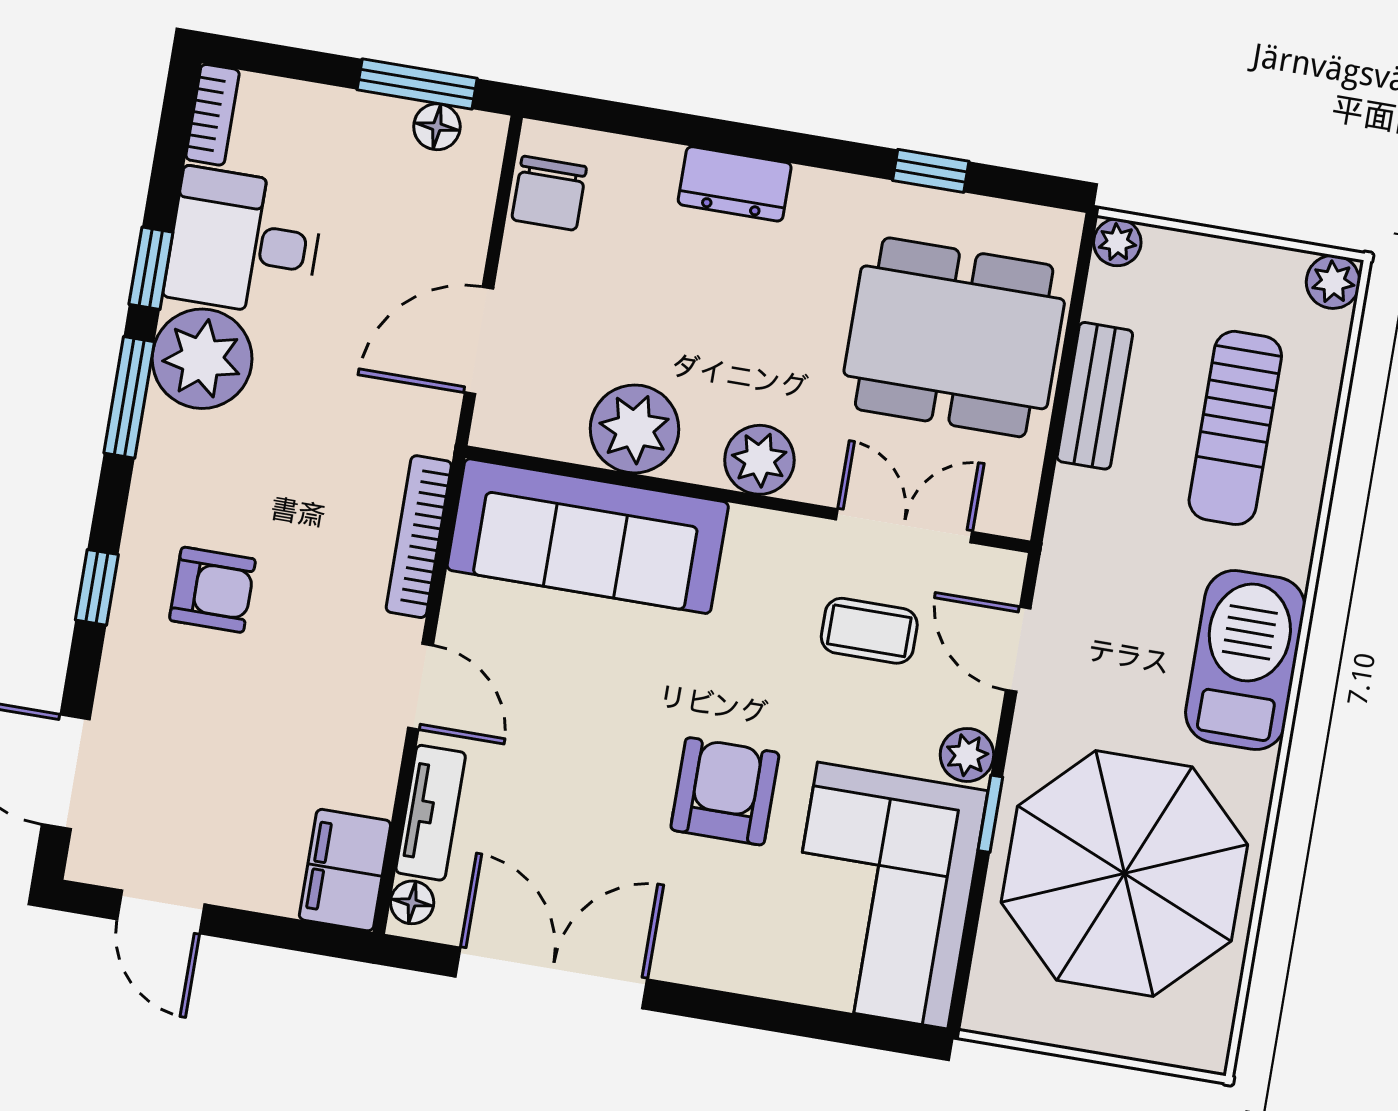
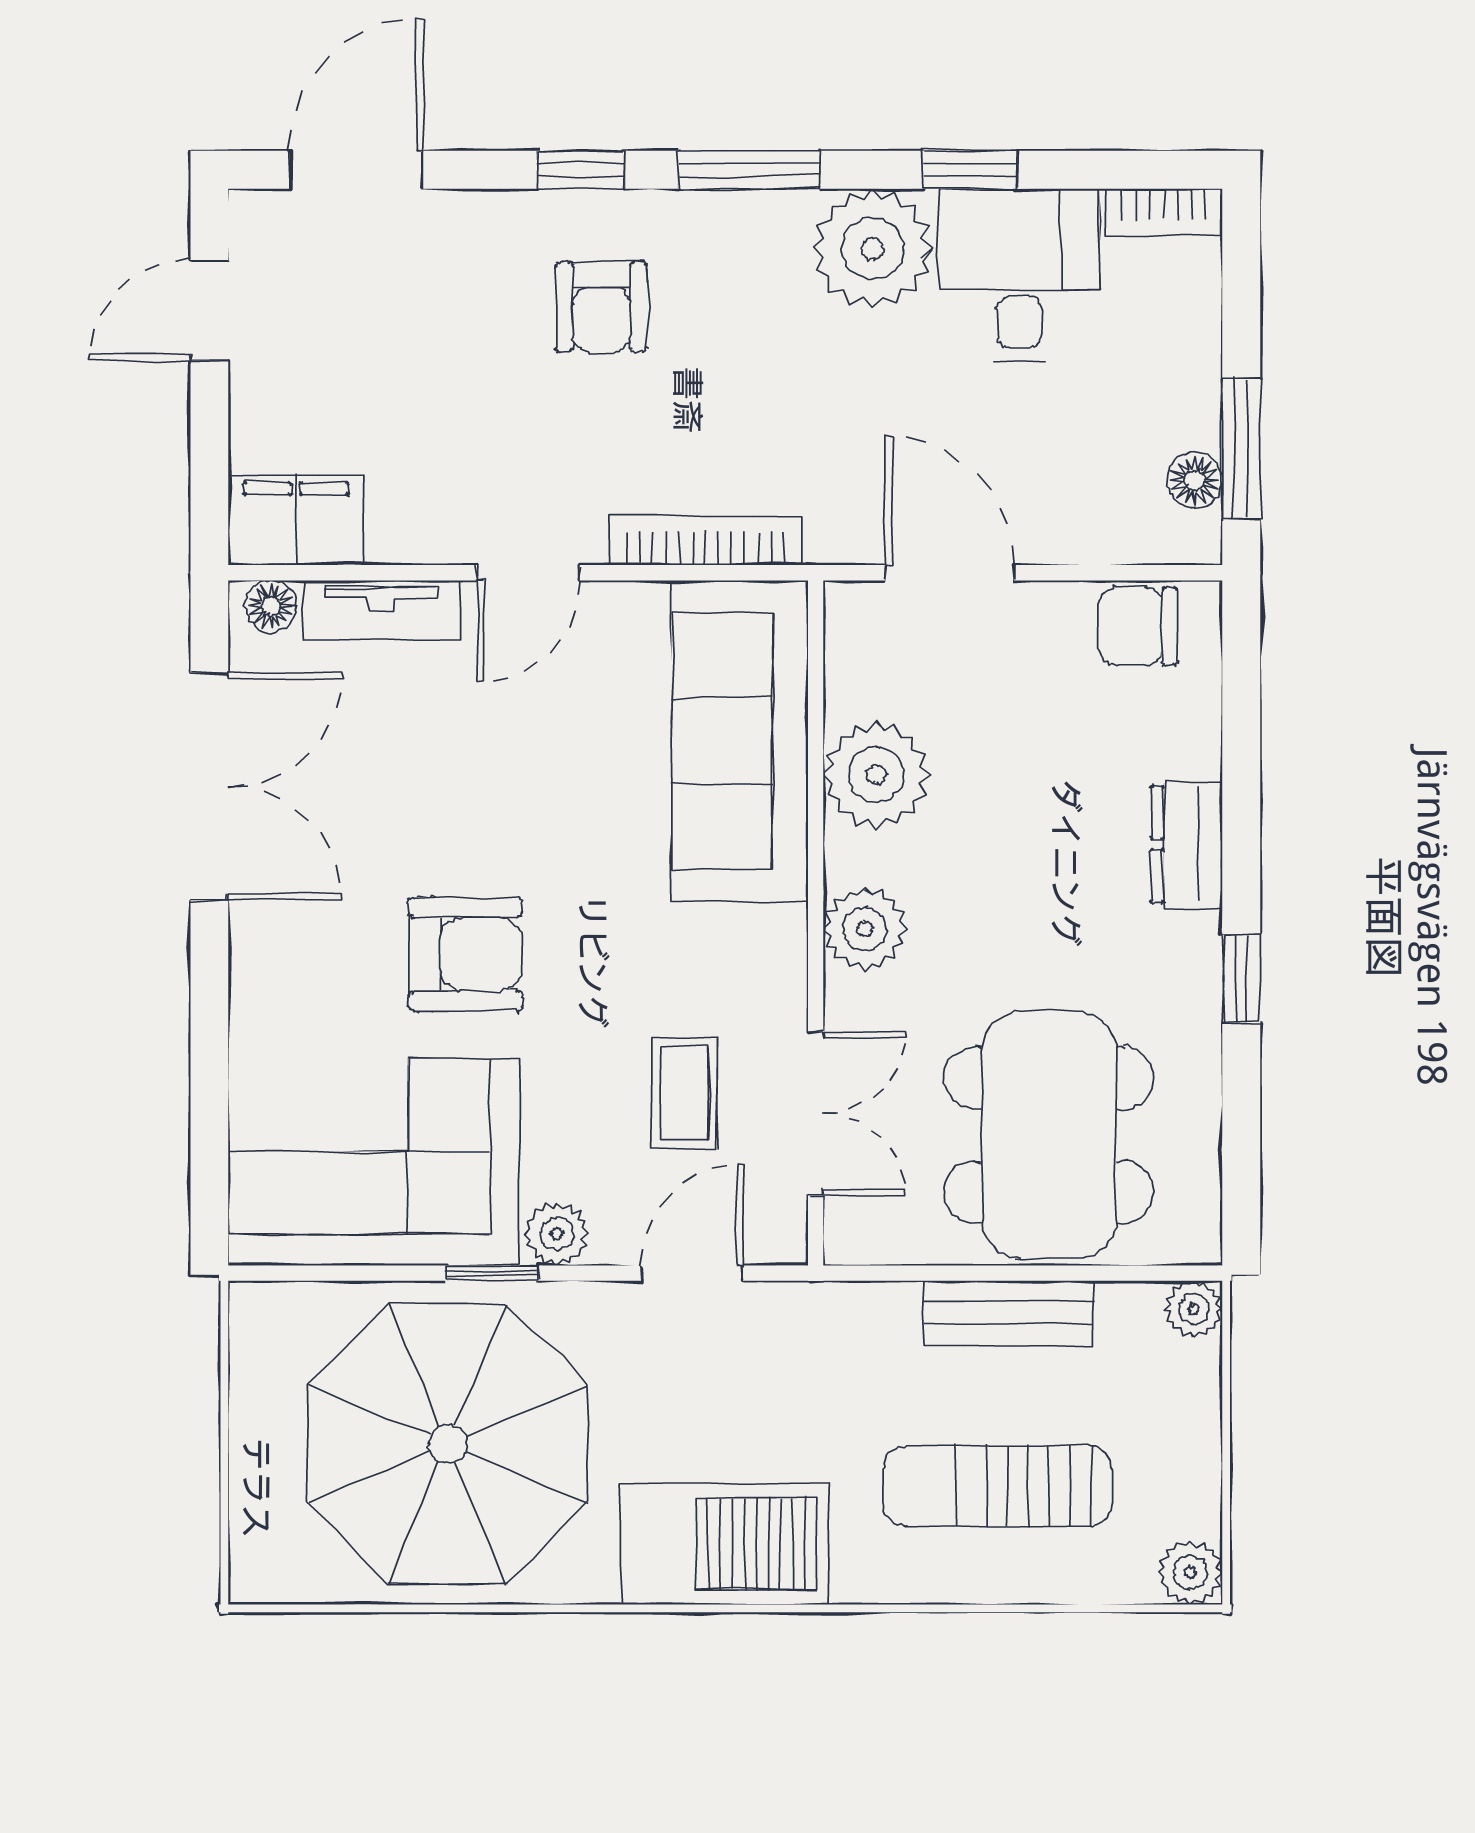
window: (931, 171) -> (1241, 978), moved
window: (129, 397) -> (749, 170), moved

